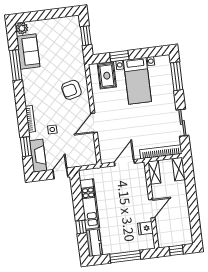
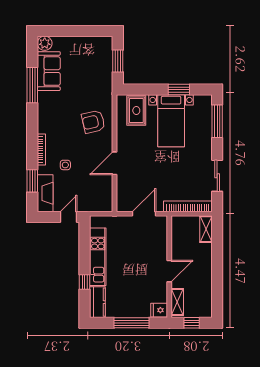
window: (119, 56) -> (179, 90), moved
shelving: (154, 172) -> (177, 302), moved
fridge: (146, 228) -> (159, 310), moved

